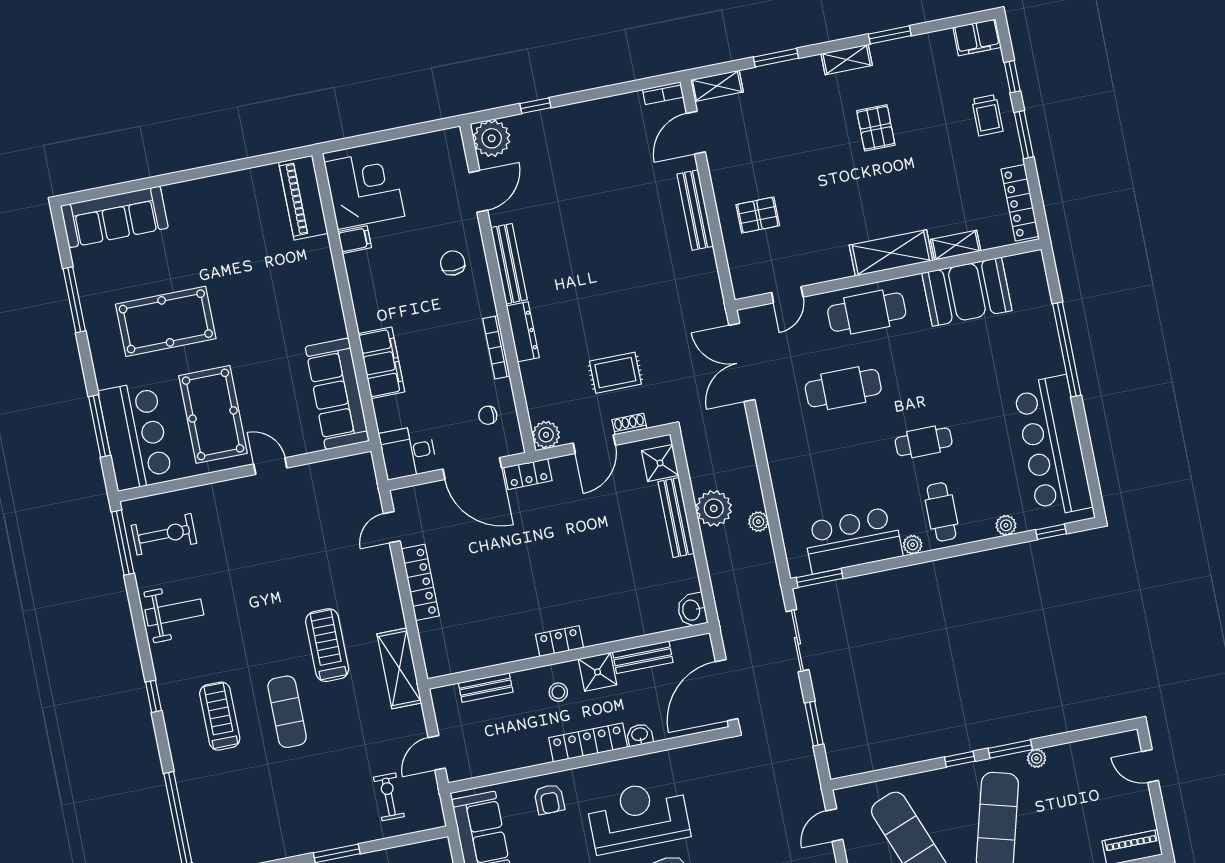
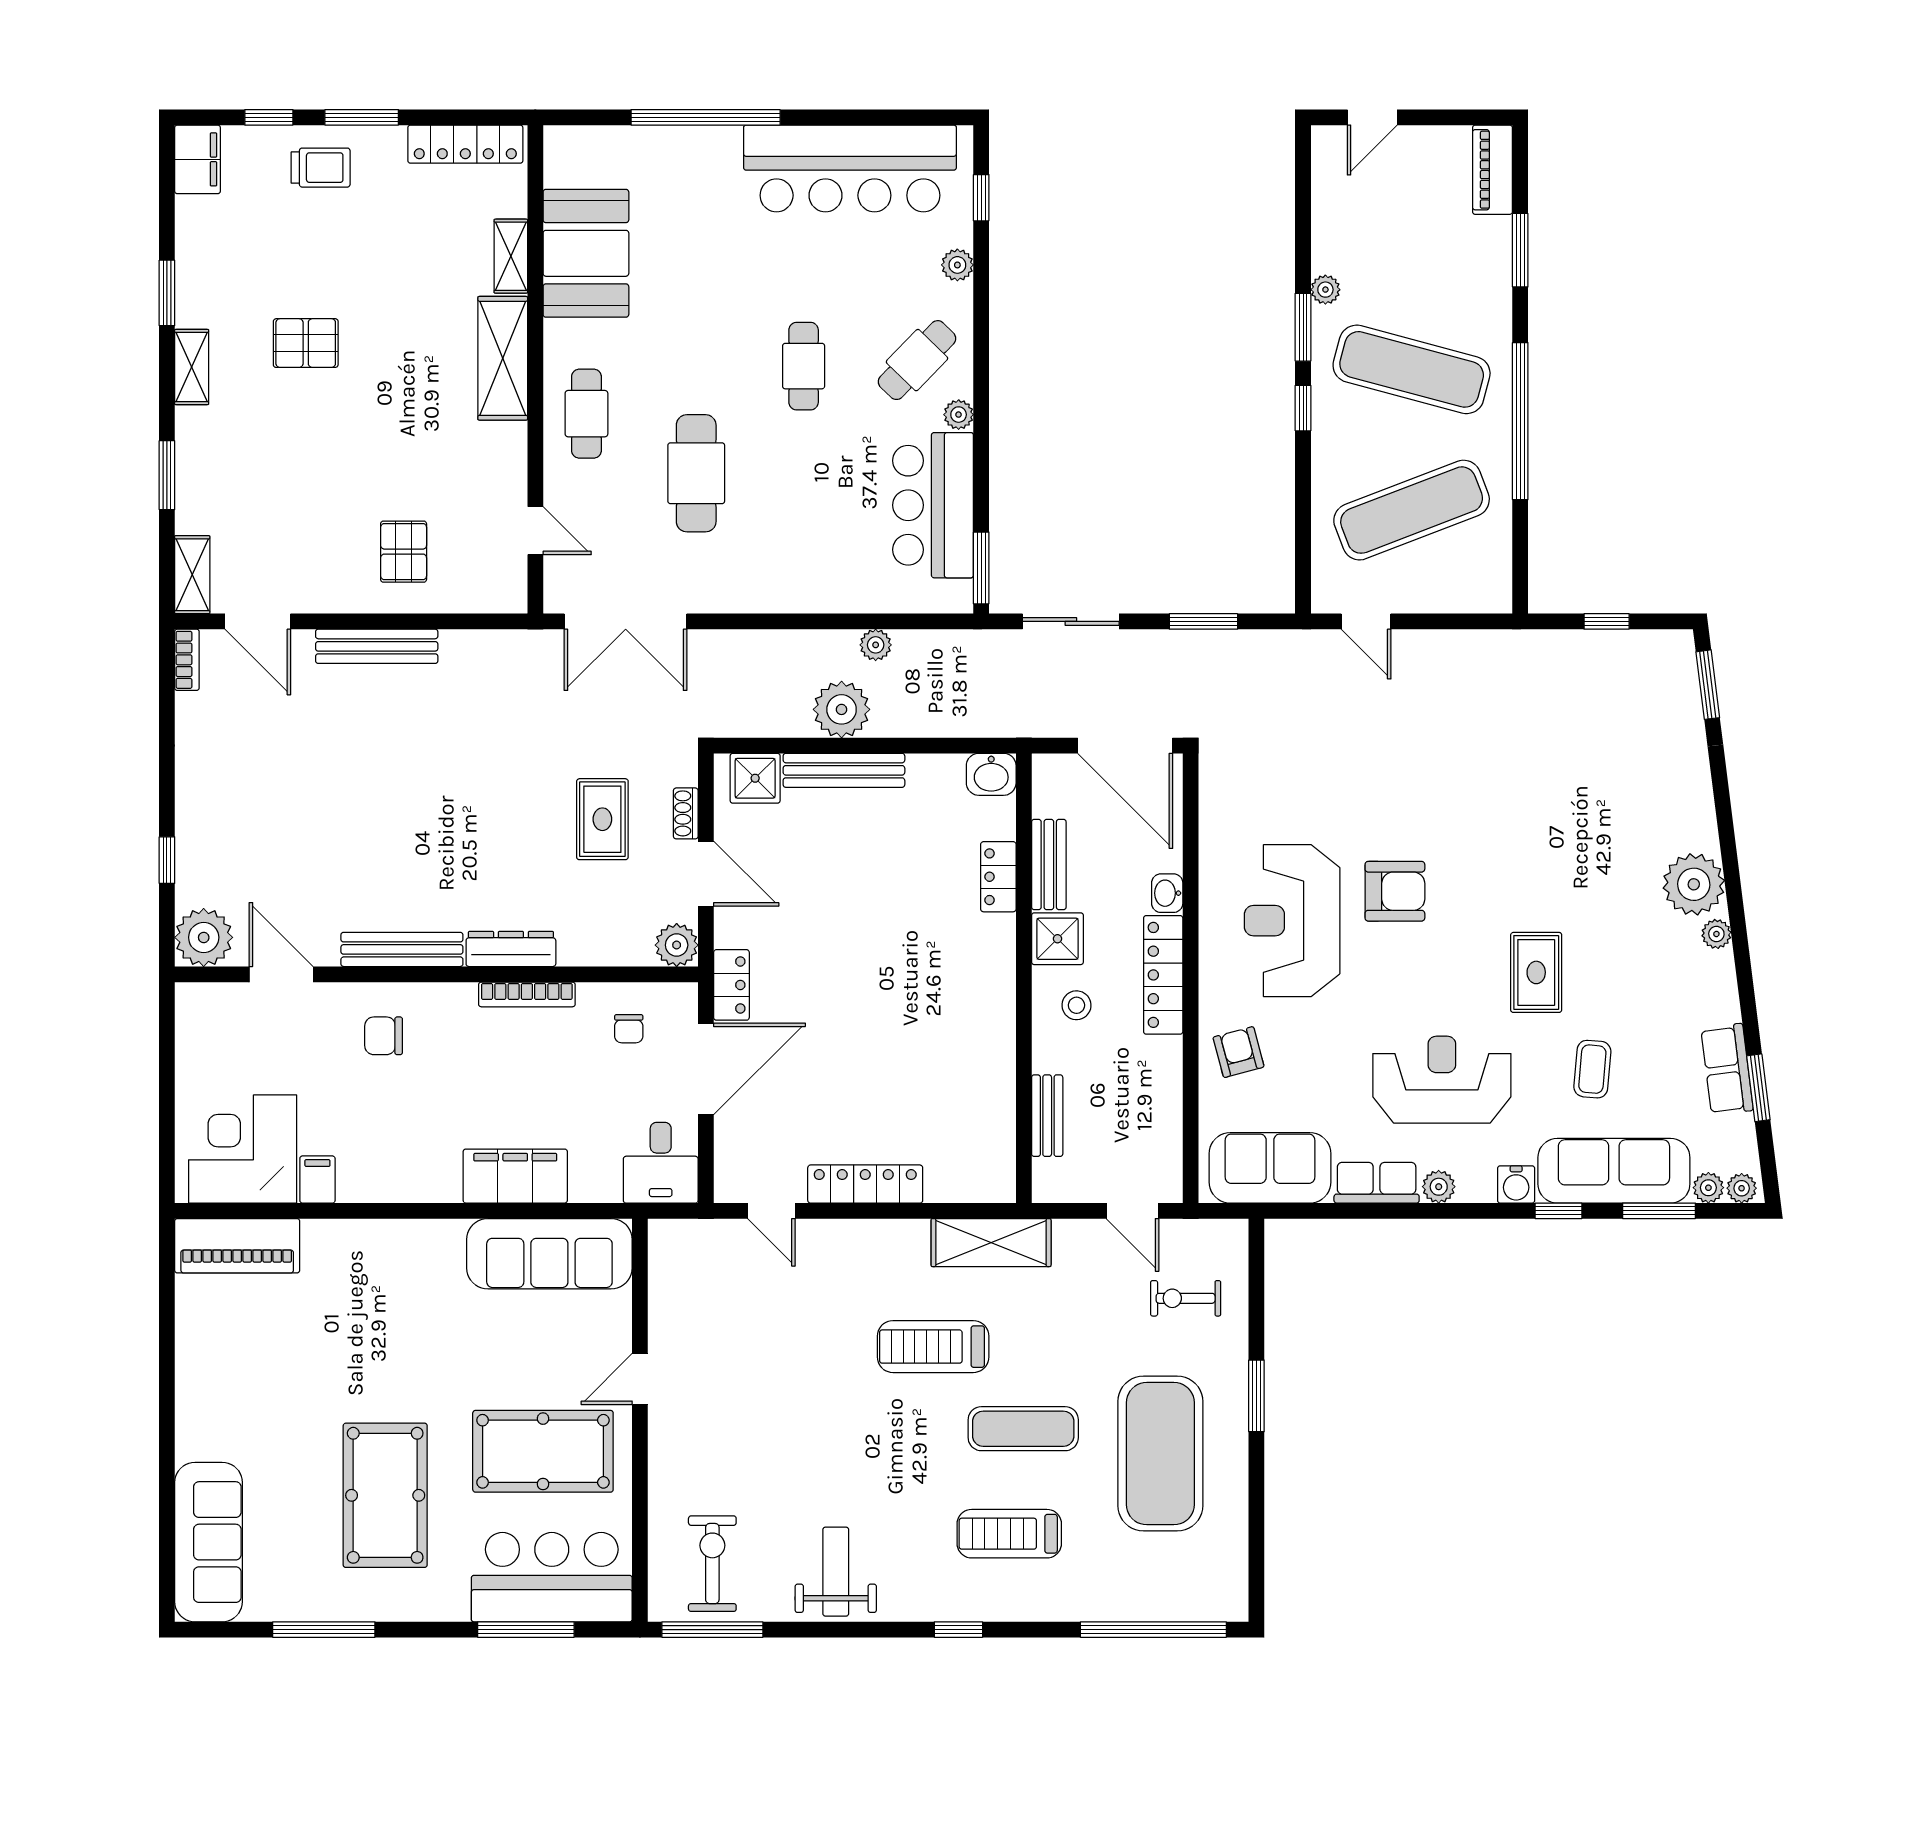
cafe table: (867, 312) -> (586, 414), width x0.73, depth x0.74
cafe table: (942, 512) -> (917, 360), turned -46
locker: (559, 641) -> (998, 877), moved
armchair: (549, 799) -> (1239, 1052), turned -105
exercise mat: (289, 800) -> (1160, 1454), added

